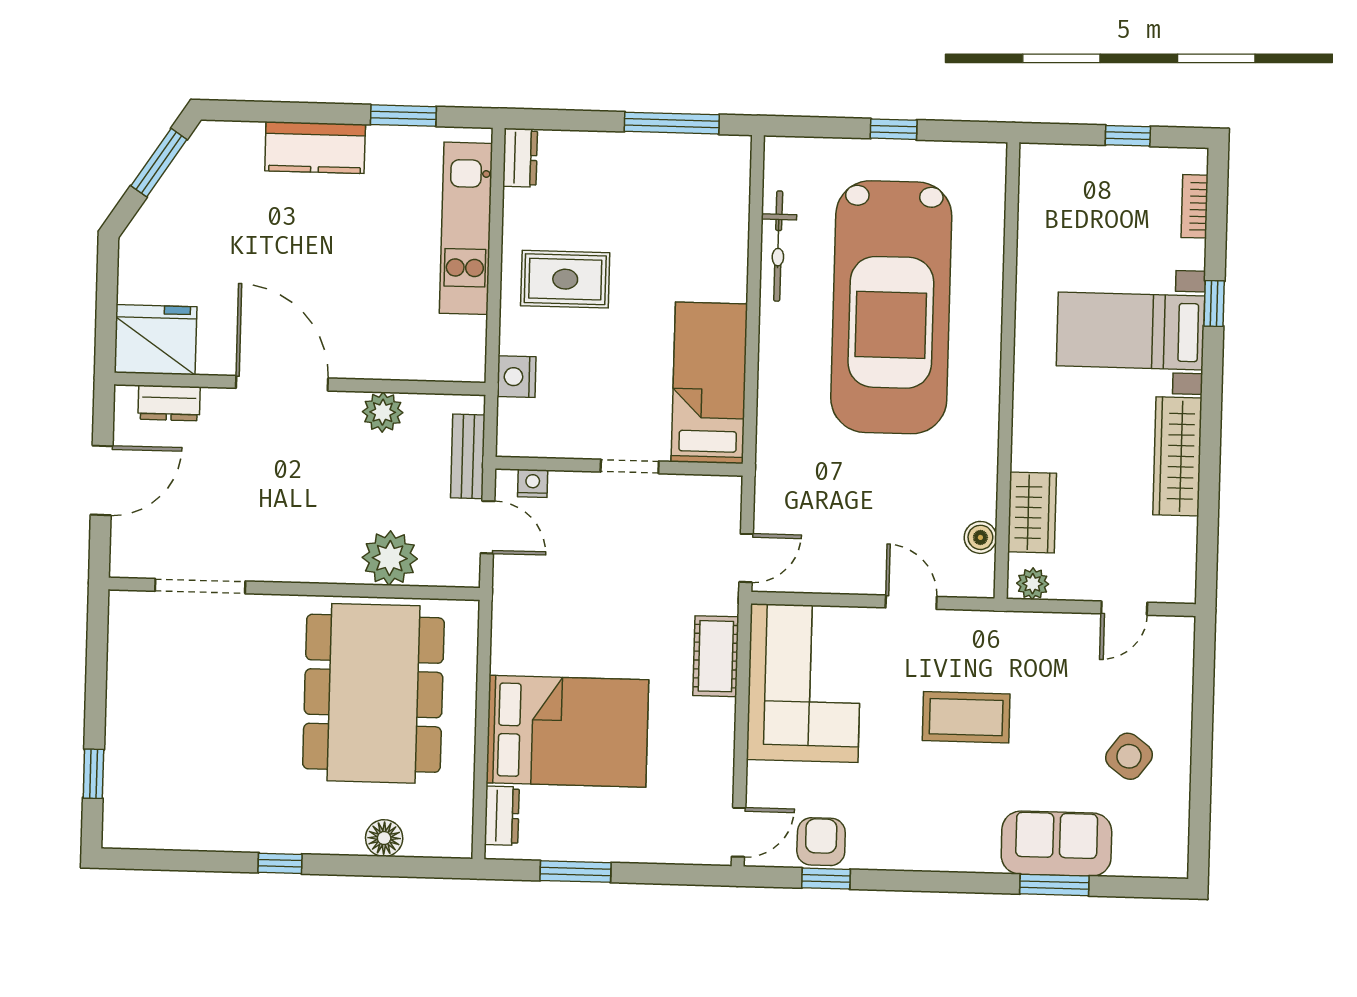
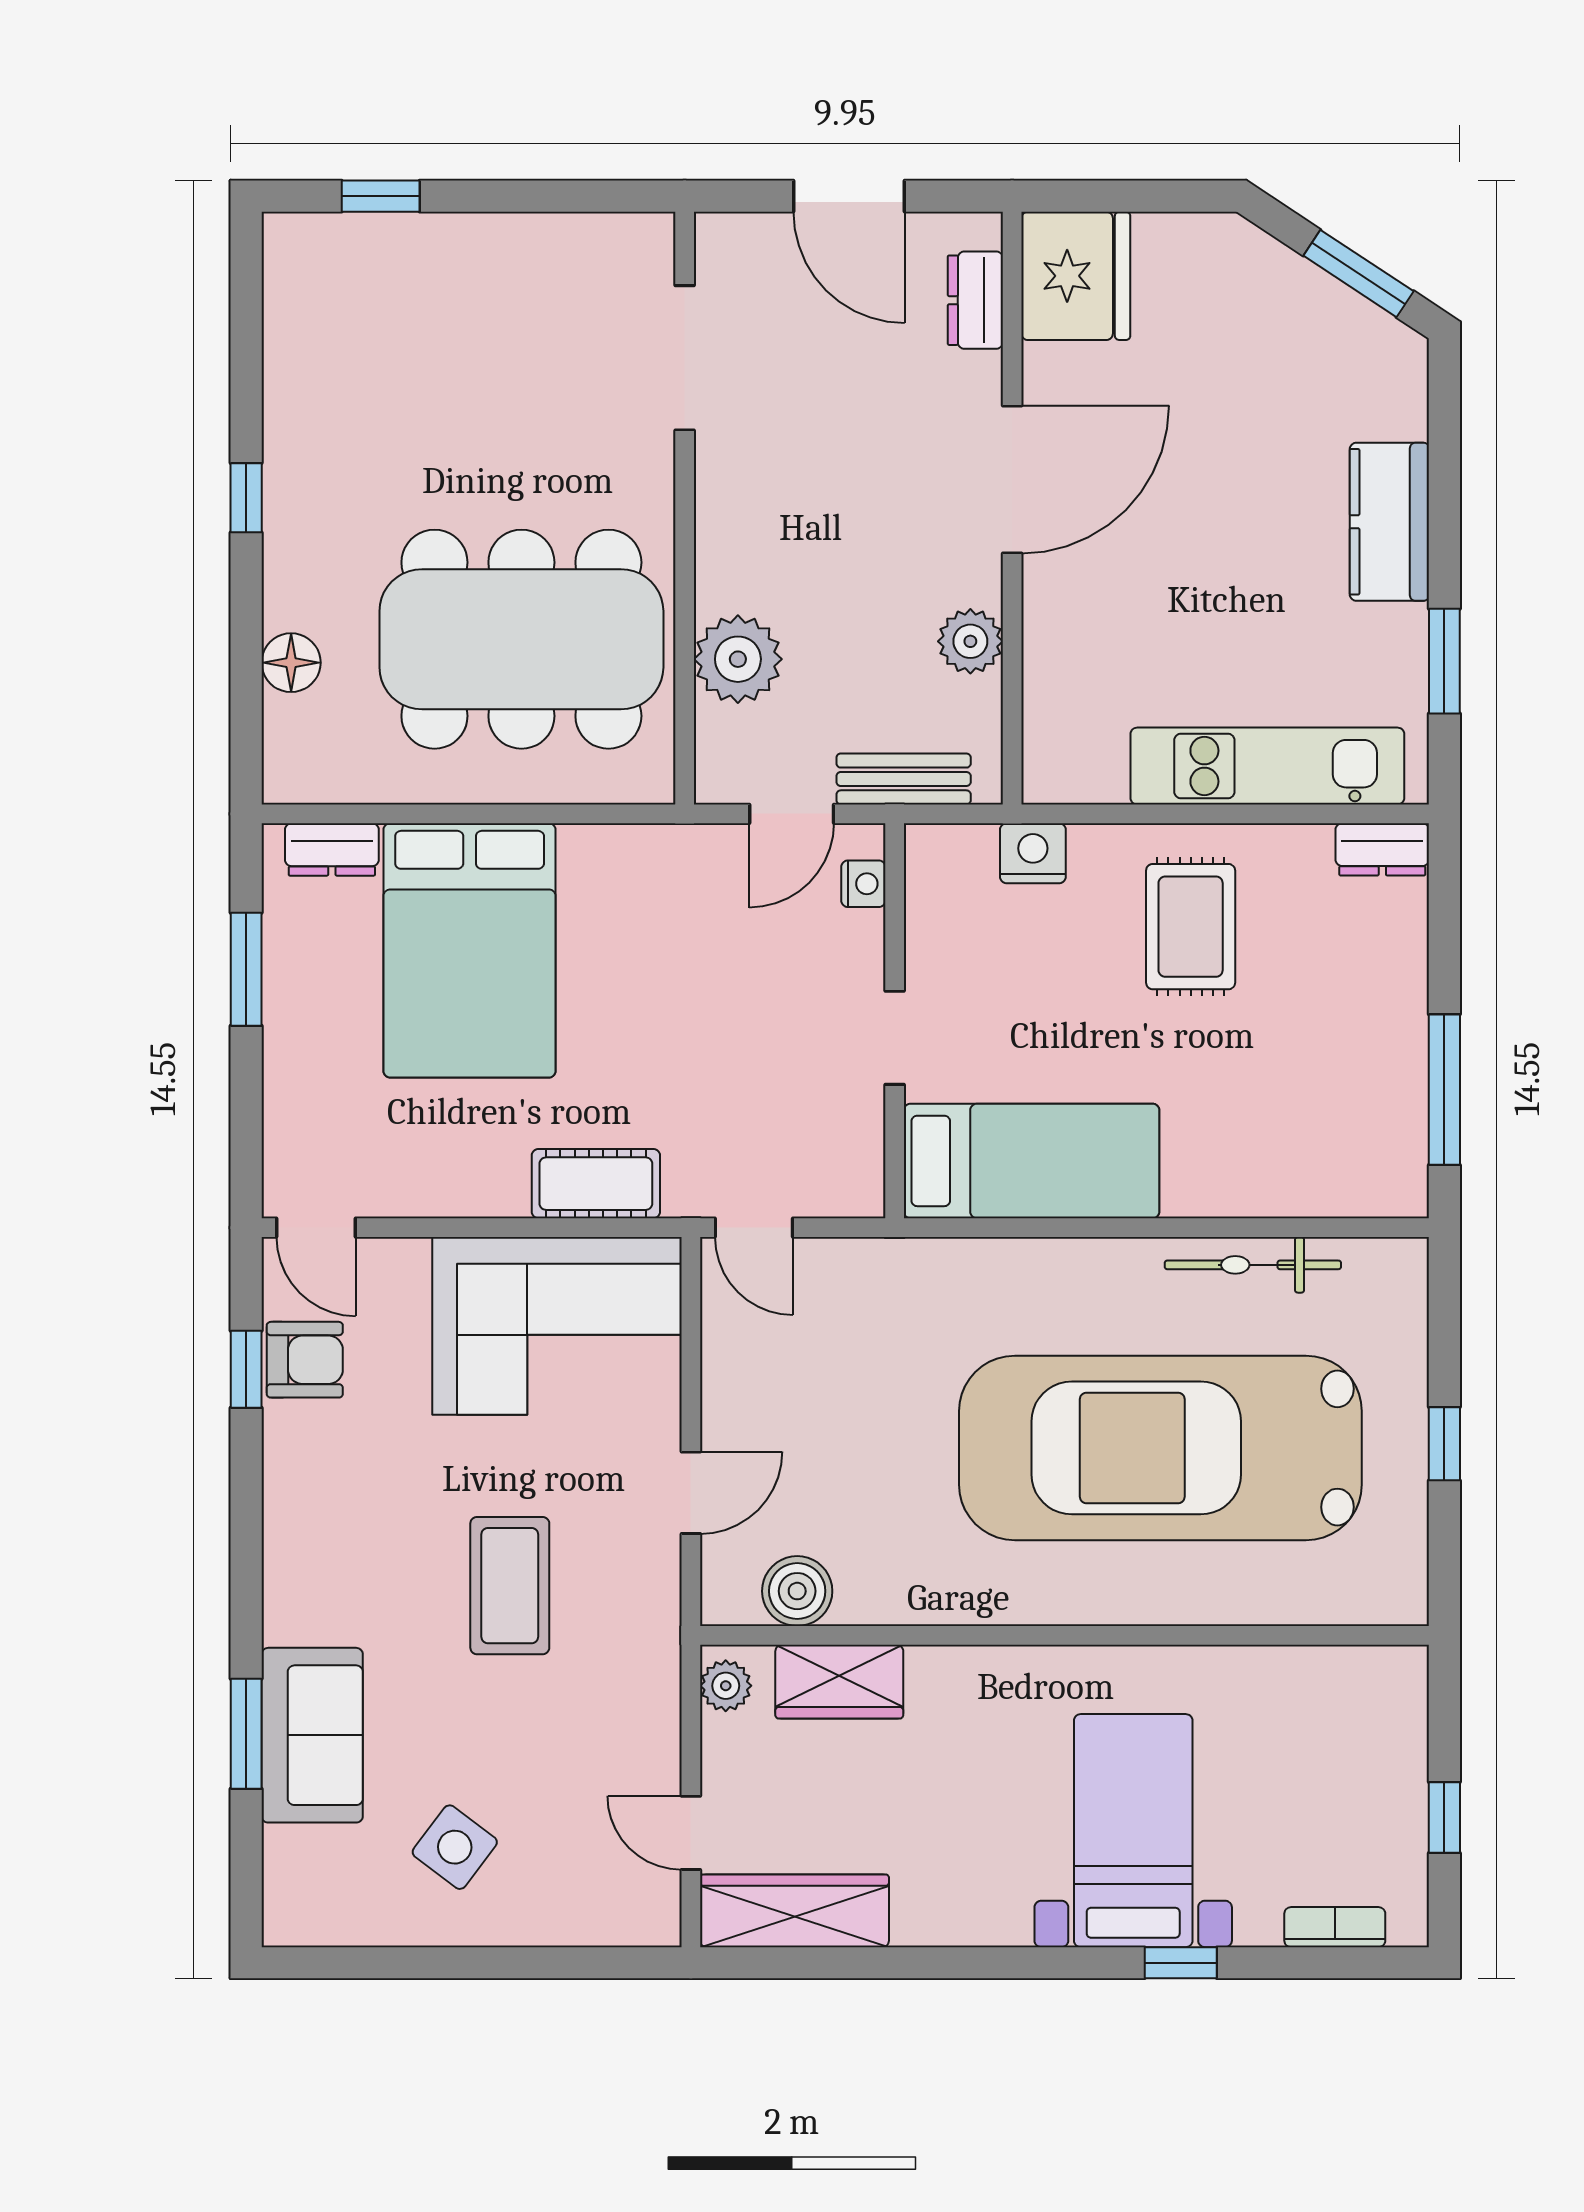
wardrobe: (1177, 456) -> (794, 1911), moved
boiler: (980, 537) -> (797, 1591), width x1.36, depth x1.36

